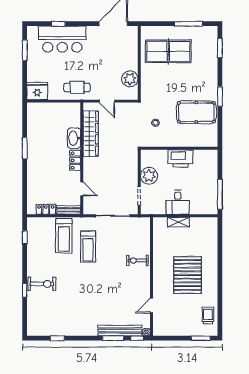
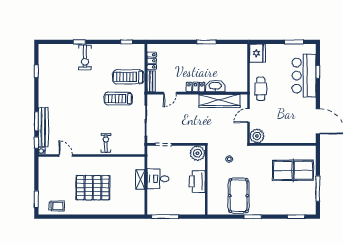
table tennis table: (168, 51) -> (293, 170), turned 90
plant: (130, 79) -> (257, 136), moved
plant: (149, 176) -> (197, 153), moved

